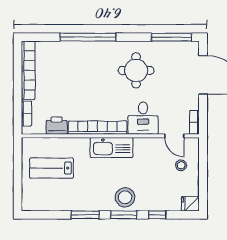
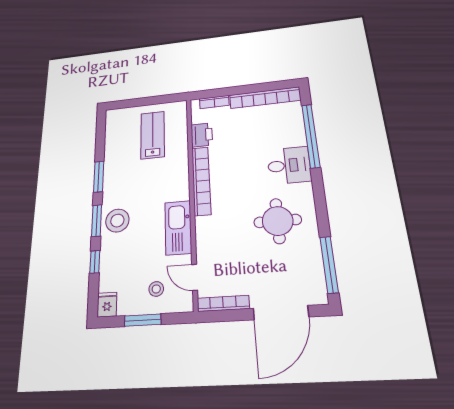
window: (88, 37) -> (311, 136), moved
desk: (143, 118) -> (289, 165), moved, turned 180
bookcase: (194, 122) -> (223, 303), width x1.56
door: (174, 136) -> (195, 277), hinge flipped
kitchen sink: (111, 147) -> (178, 228), moved
window: (203, 176) -> (143, 320), added

